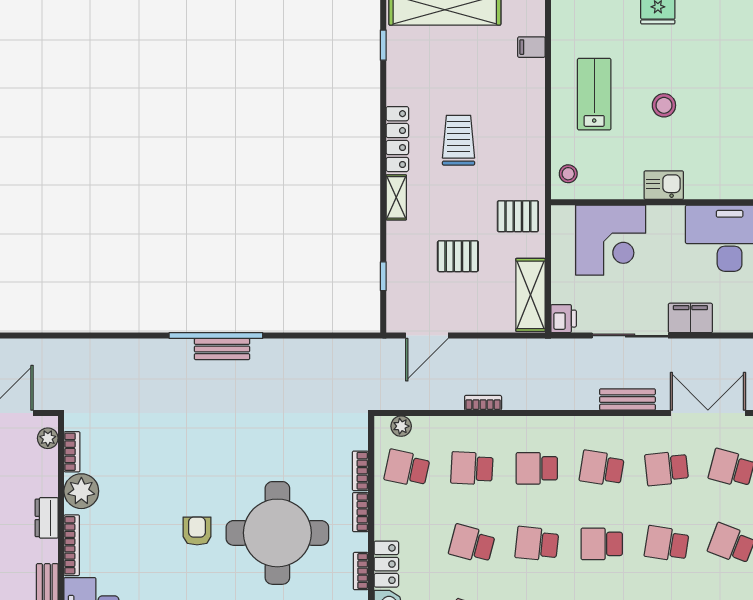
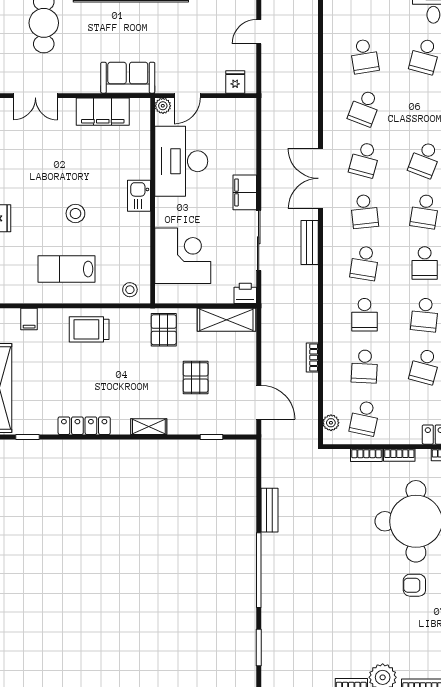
locker: (397, 139) -> (84, 426), moved
trolley: (459, 140) -> (89, 329), moved
kitchen sink: (664, 185) -> (139, 196), moved
window: (119, 336) -> (259, 647), added
bench: (222, 349) -> (269, 510), moved

